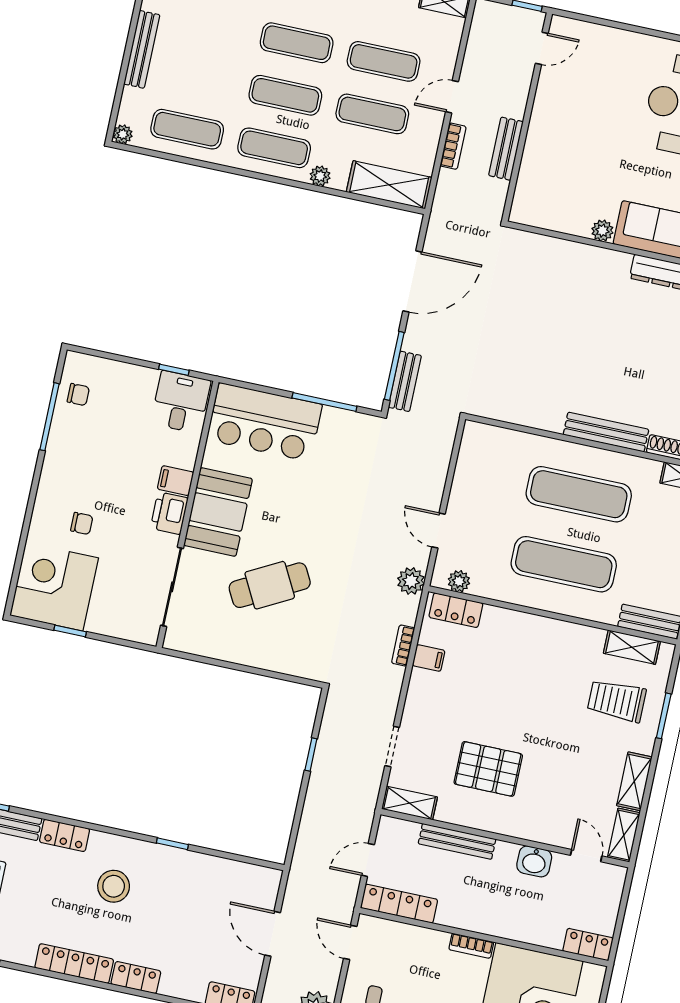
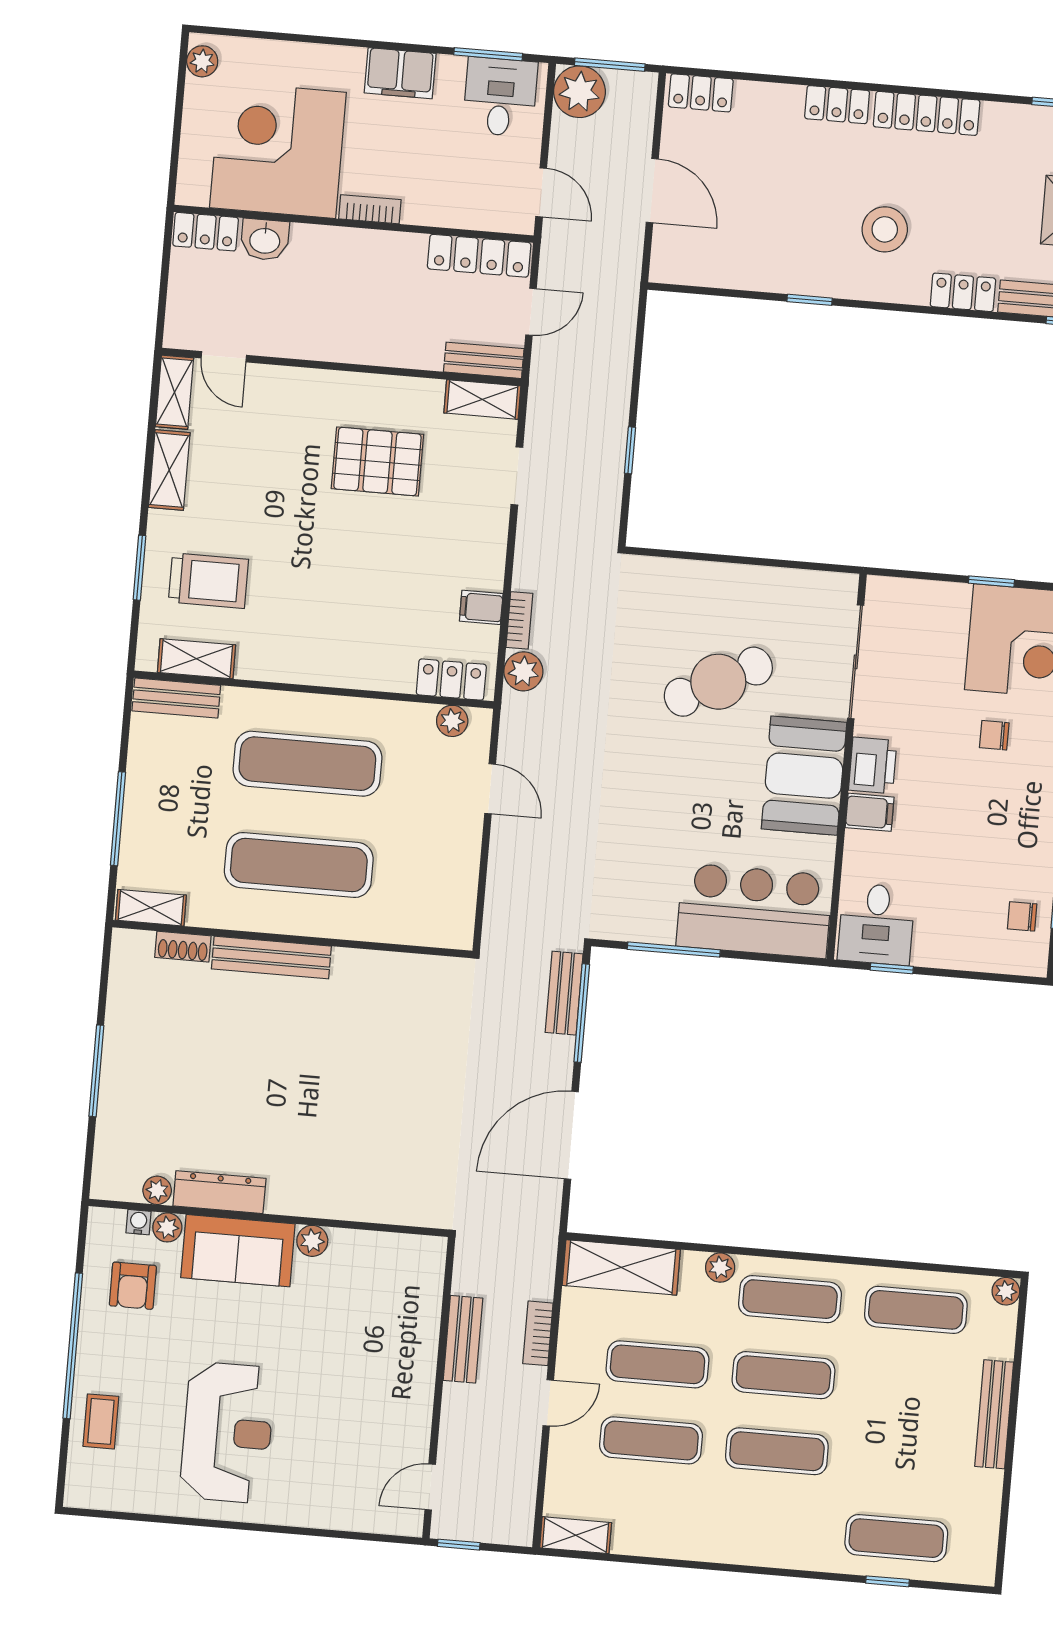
plant: (411, 581) -> (523, 671), moved
bench: (457, 841) -> (484, 360), moved, width x0.73
washbasin: (534, 861) -> (265, 240), moved, turned 180

